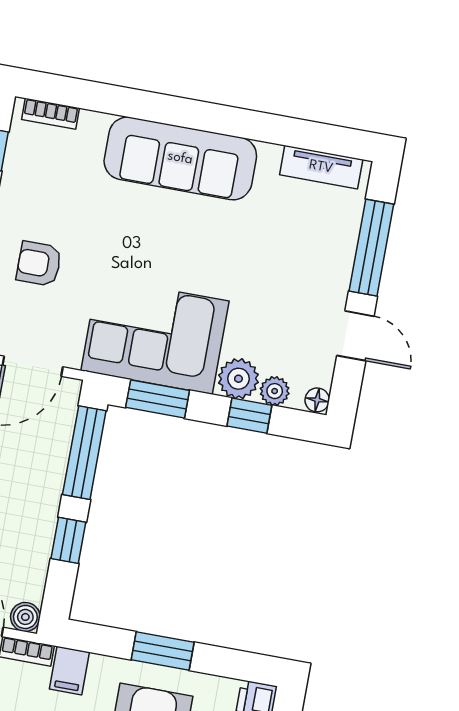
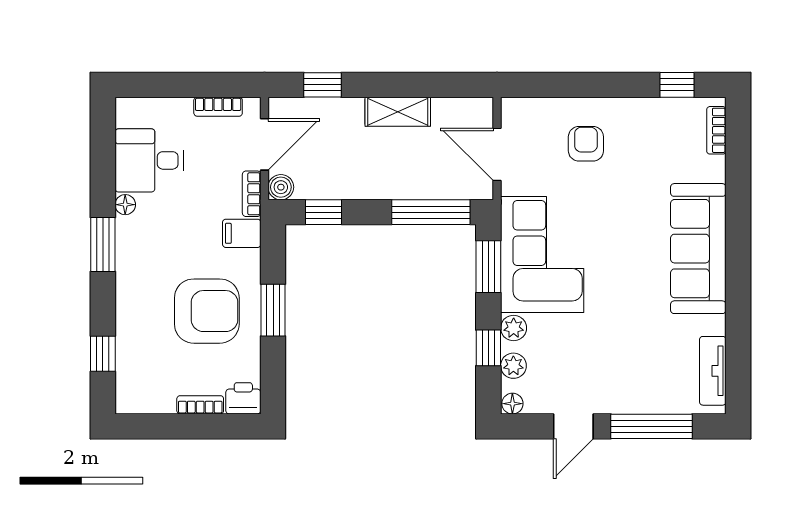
plant: (238, 379) -> (514, 328), width x0.73, depth x0.73
window: (68, 540) -> (323, 212), moved

